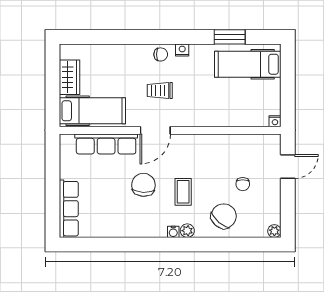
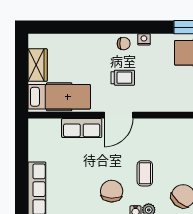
trolley: (160, 91) -> (123, 78), turned 180
row of seats: (106, 144) -> (82, 128), width x0.68
chair: (143, 185) -> (112, 191), moved

